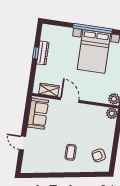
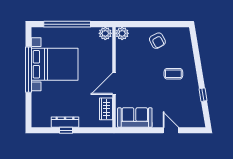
door: (22, 143) -> (171, 130), swing flipped
armchair: (99, 155) -> (157, 41), moved
window: (49, 175) -> (203, 95), added

